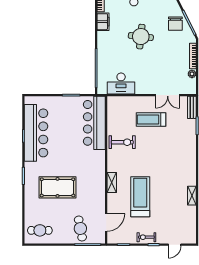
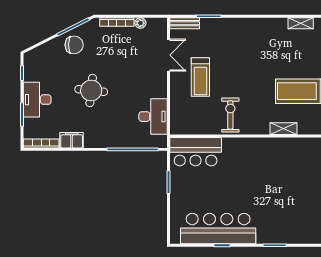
bar counter: (94, 123) -> (196, 152), width x0.73
pool table: (57, 187) -> (290, 200), removed

